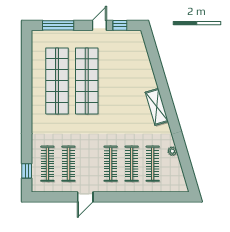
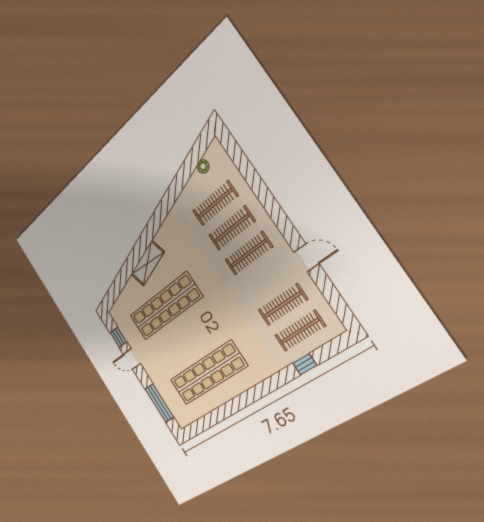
shop shelf: (87, 81) -> (166, 306), moved
shelving: (157, 107) -> (147, 263), moved
plant: (172, 151) -> (203, 166), moved
window: (27, 171) -> (305, 364), moved

